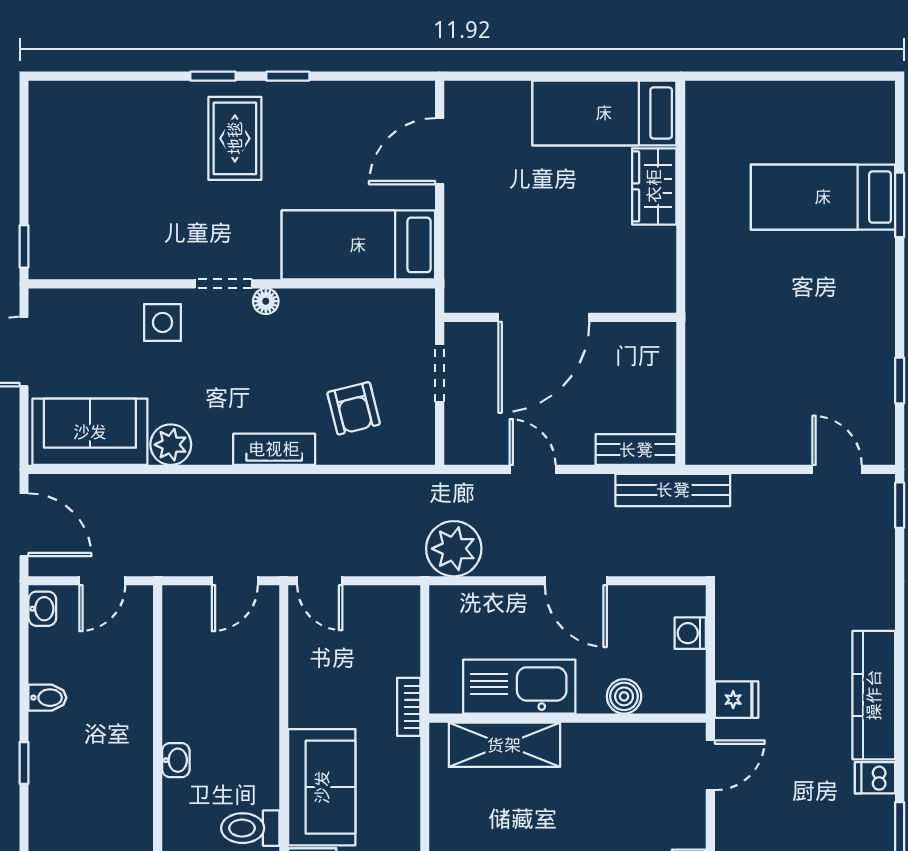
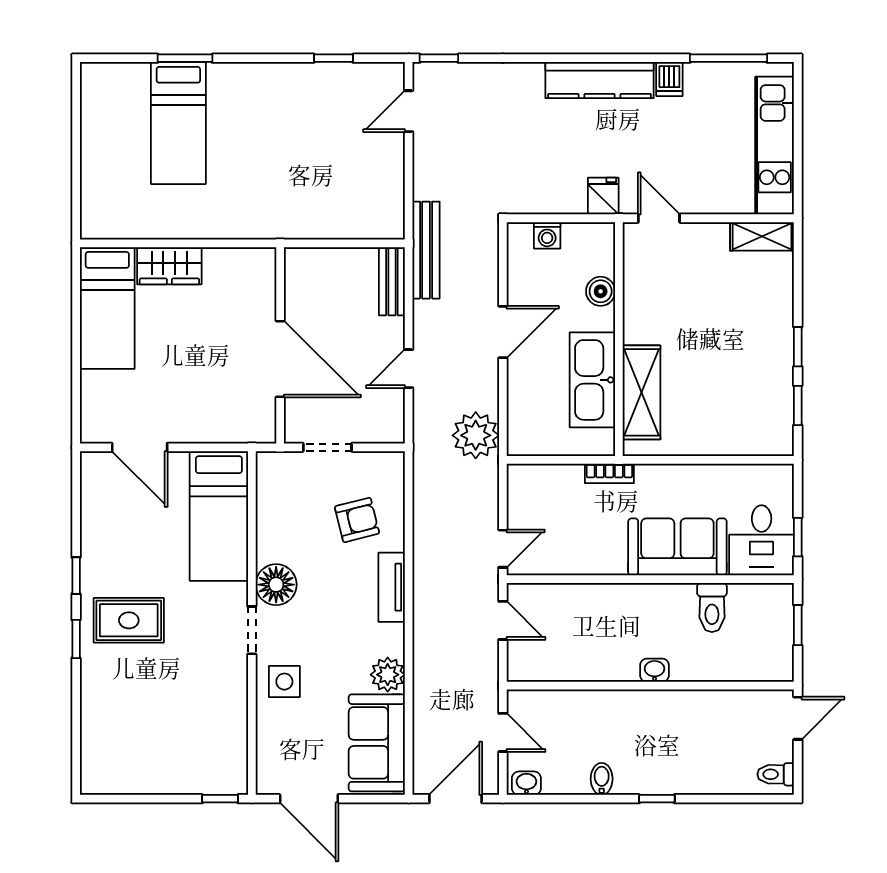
floor lamp: (266, 301) -> (276, 585), width x1.89, depth x1.89

